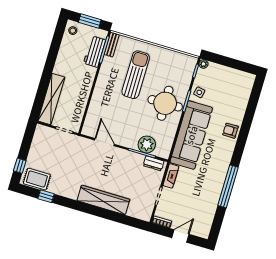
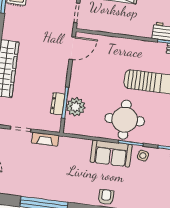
sofa: (191, 135) -> (111, 153), width x0.54, depth x0.79
door: (104, 142) -> (72, 48), moved
dresser: (154, 163) -> (58, 104), moved

